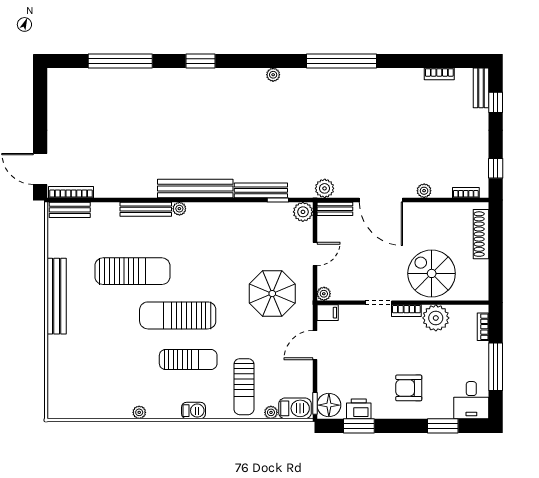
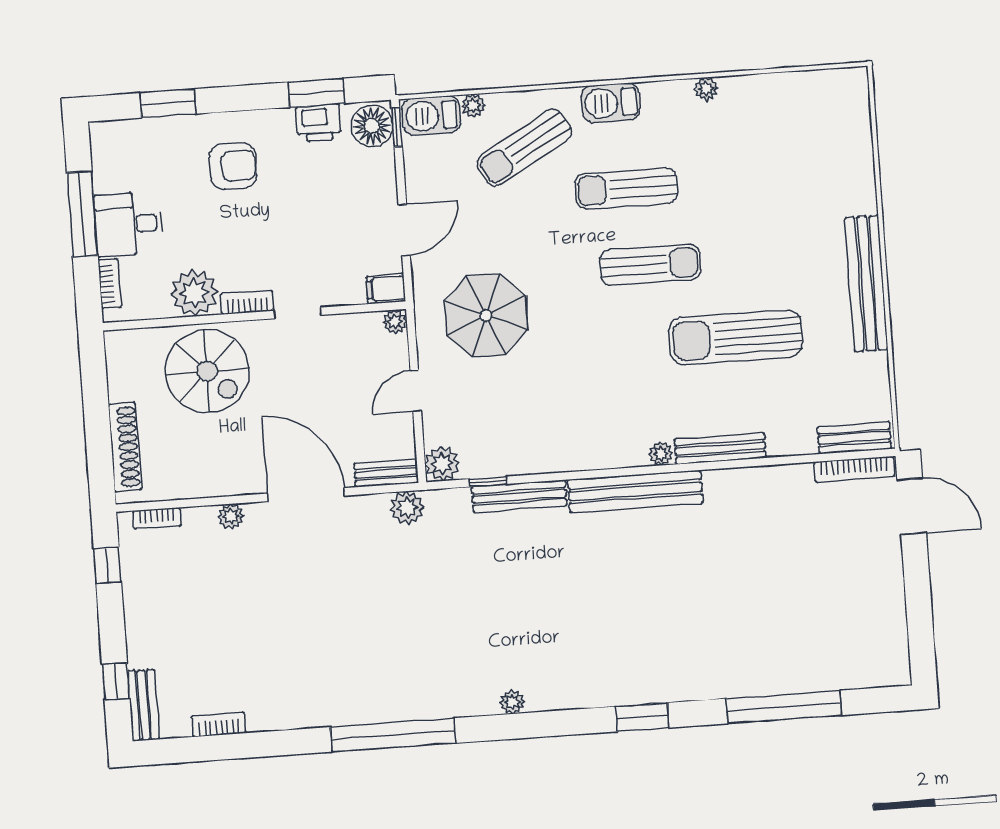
sun lounger: (178, 315) -> (650, 265), width x0.73, depth x0.75
sun lounger: (244, 387) -> (524, 147), turned -120
desk: (471, 400) -> (129, 224), moved, turned -90
barbecue: (194, 411) -> (611, 103), width x1.38, depth x1.27

